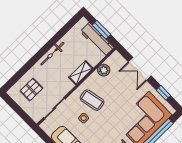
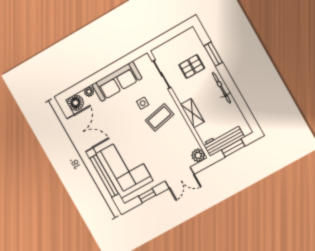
window: (25, 68) -> (213, 54), added
double door: (140, 69) -> (180, 178), swing flipped
plant: (104, 70) -> (198, 155), moved
pallet: (31, 90) -> (192, 66), moved, turned 90

